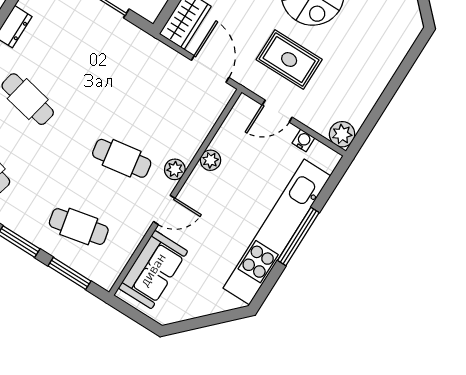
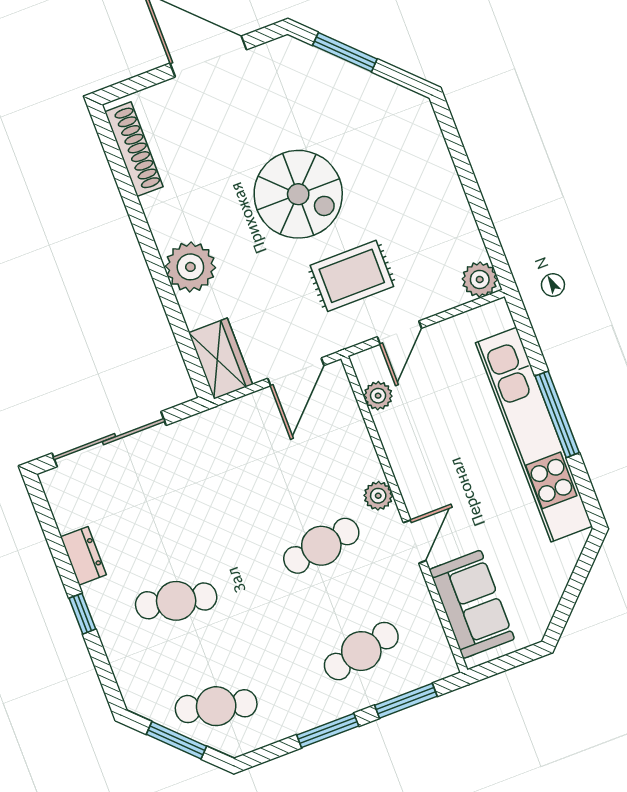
door: (210, 69) -> (296, 372), swing flipped
water cooler: (303, 140) -> (454, 328), removed
plant: (210, 160) -> (378, 396), moved

